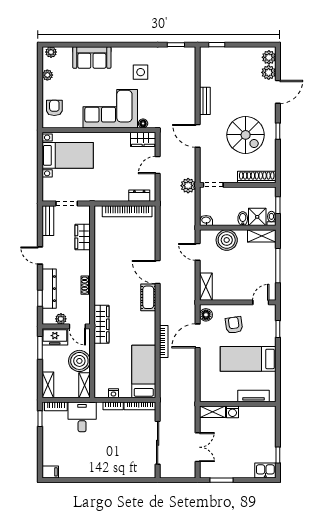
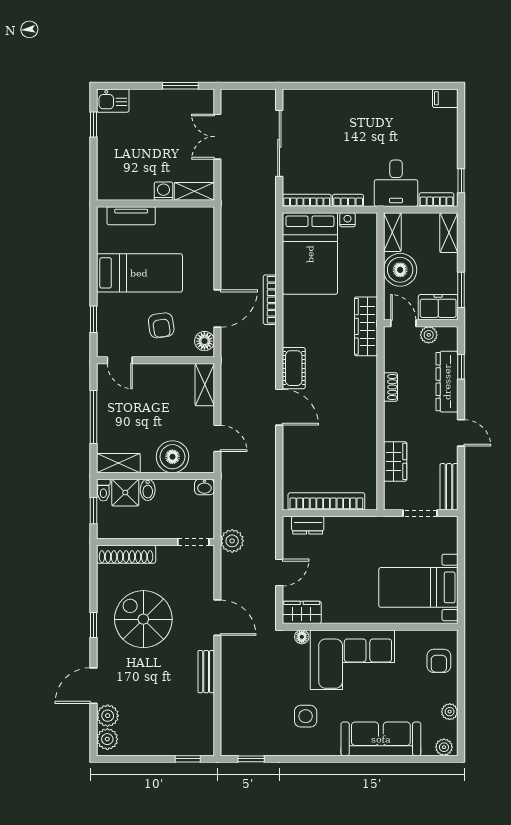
sofa: (92, 57) -> (381, 739), width x1.36
door: (261, 302) -> (120, 360), hinge flipped
bed: (144, 371) -> (310, 254), width x1.50

